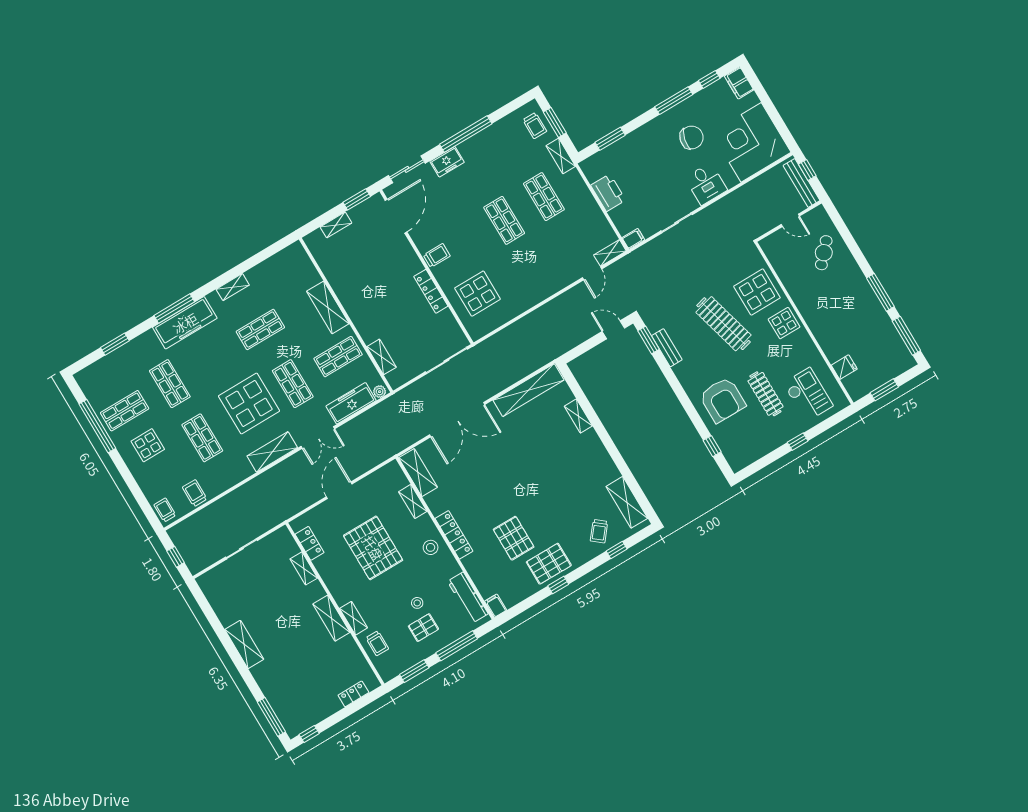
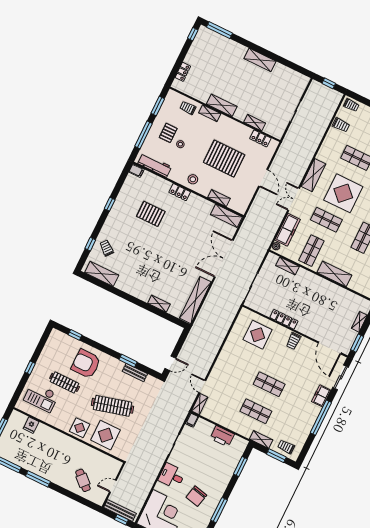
window: (649, 340) -> (128, 361), moved
locker: (454, 535) -> (180, 192), width x0.66
pallet: (549, 564) -> (122, 213), removed

